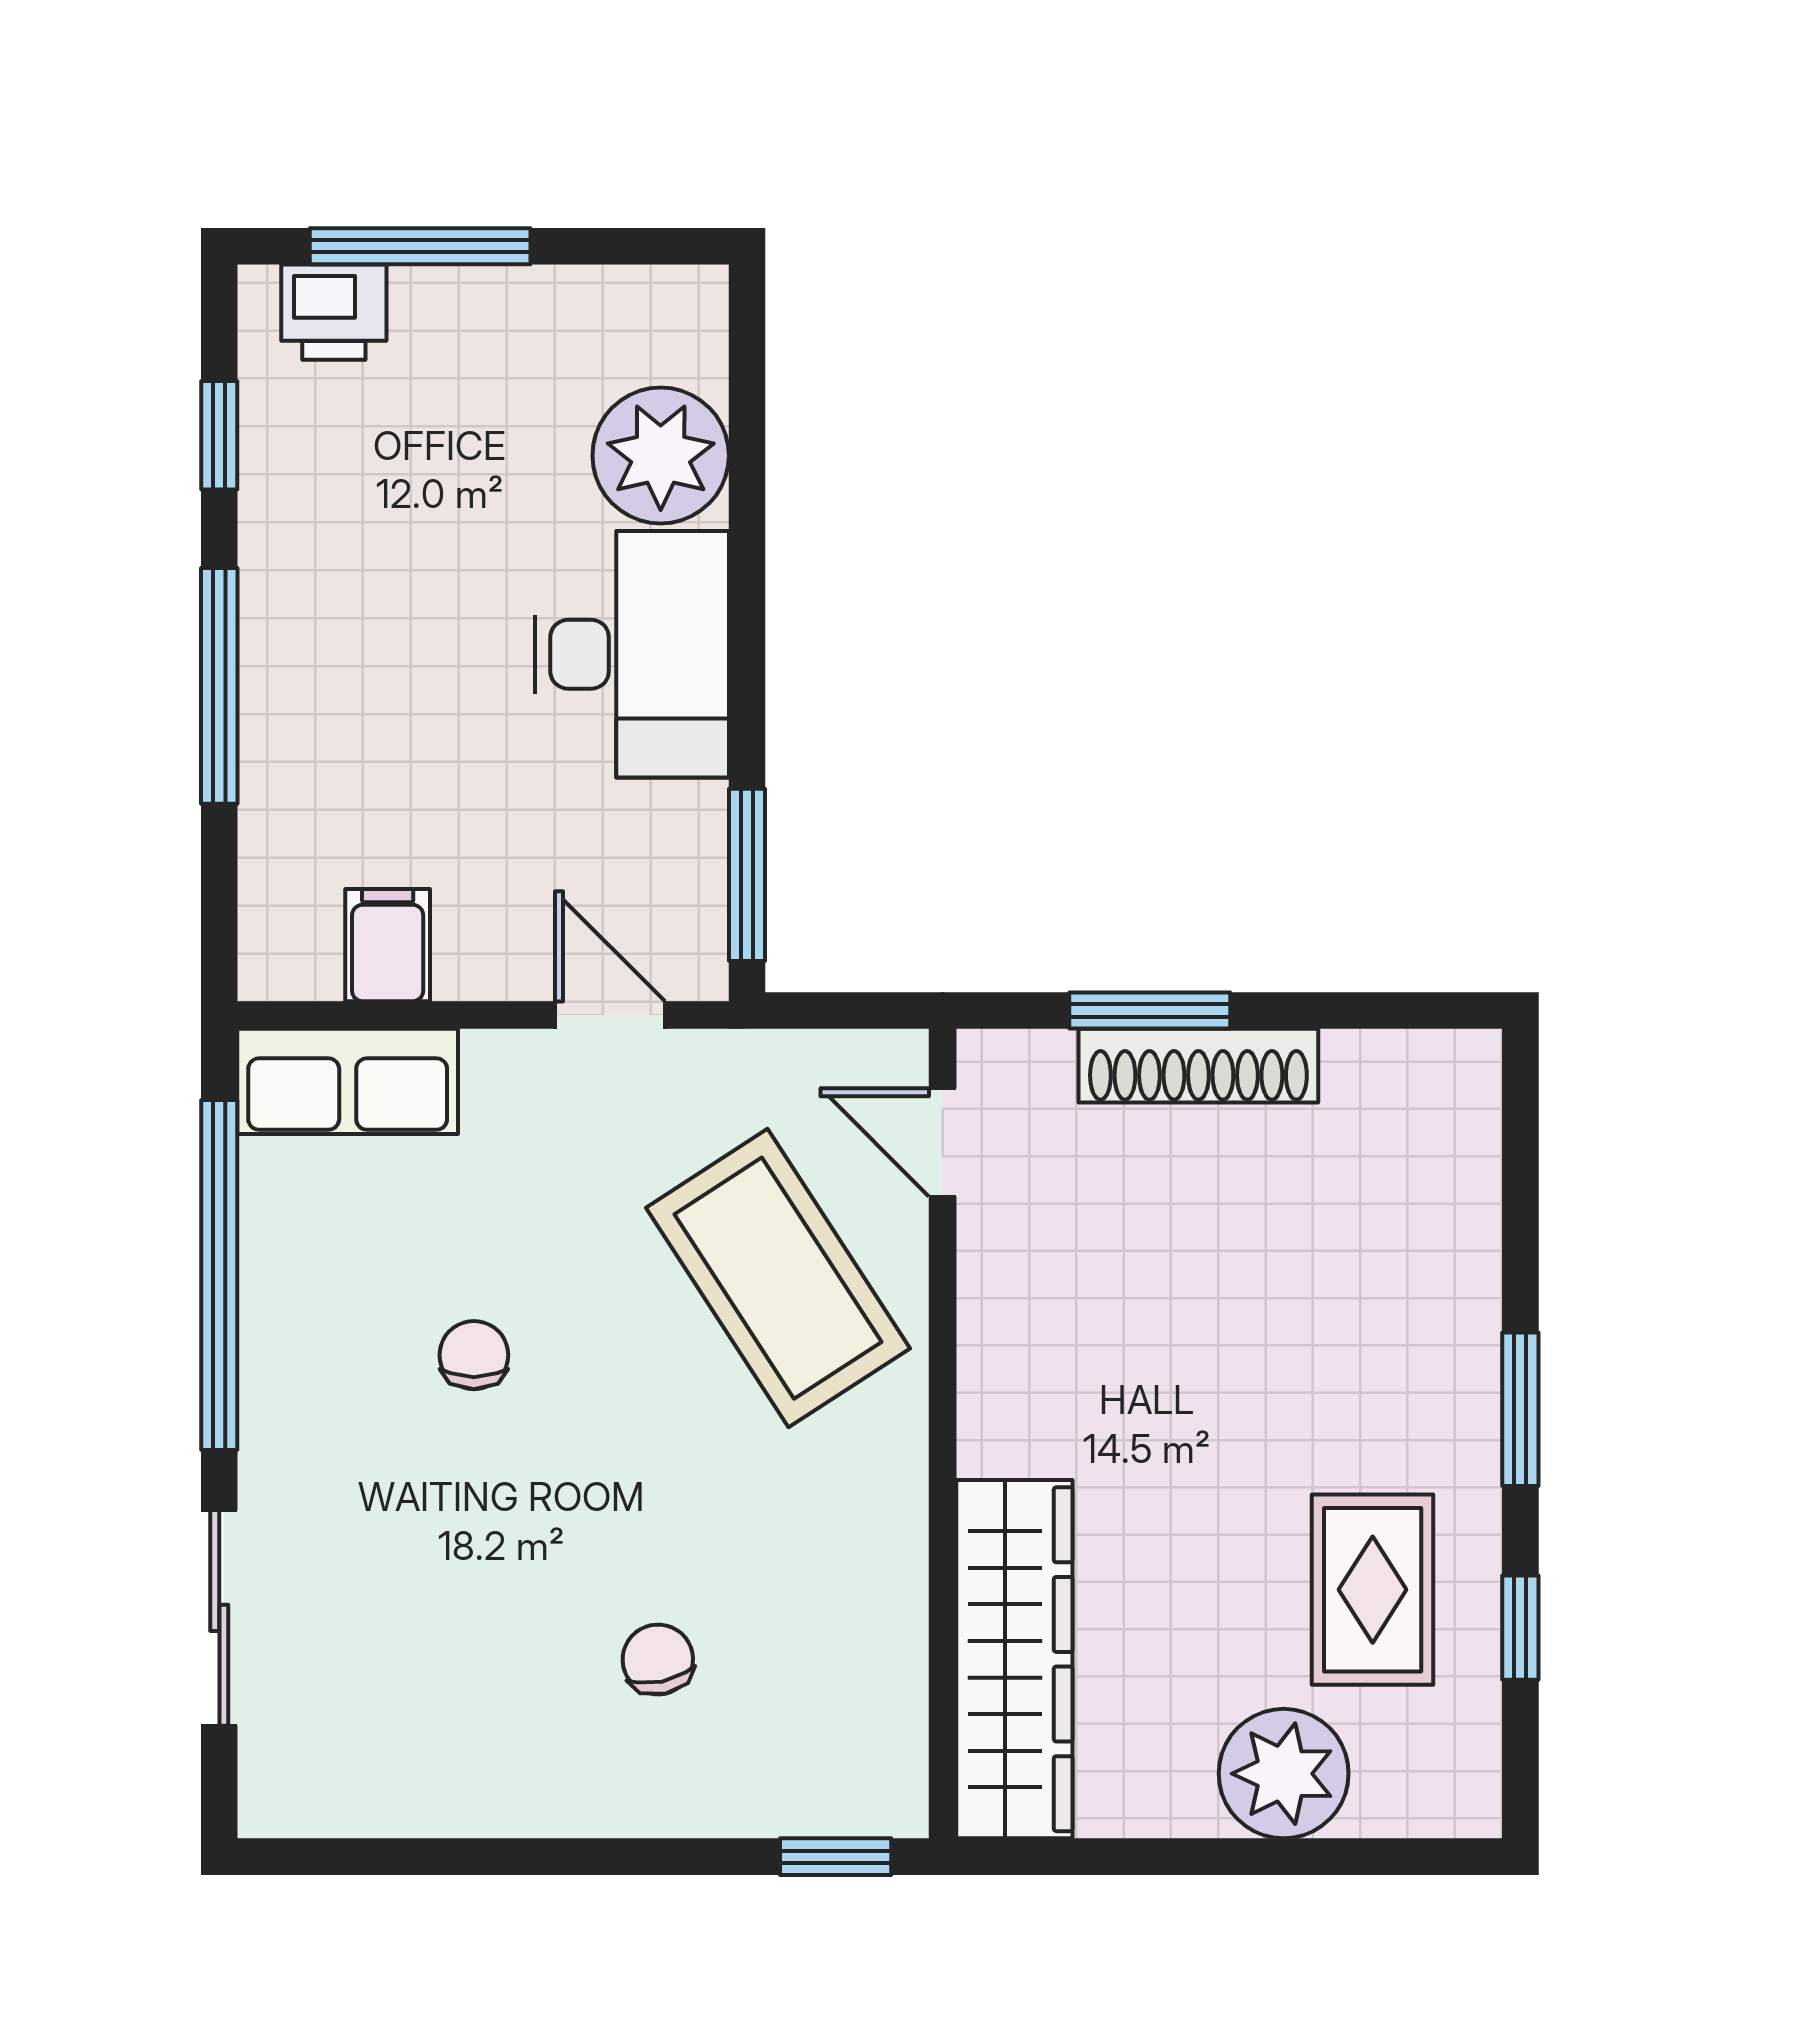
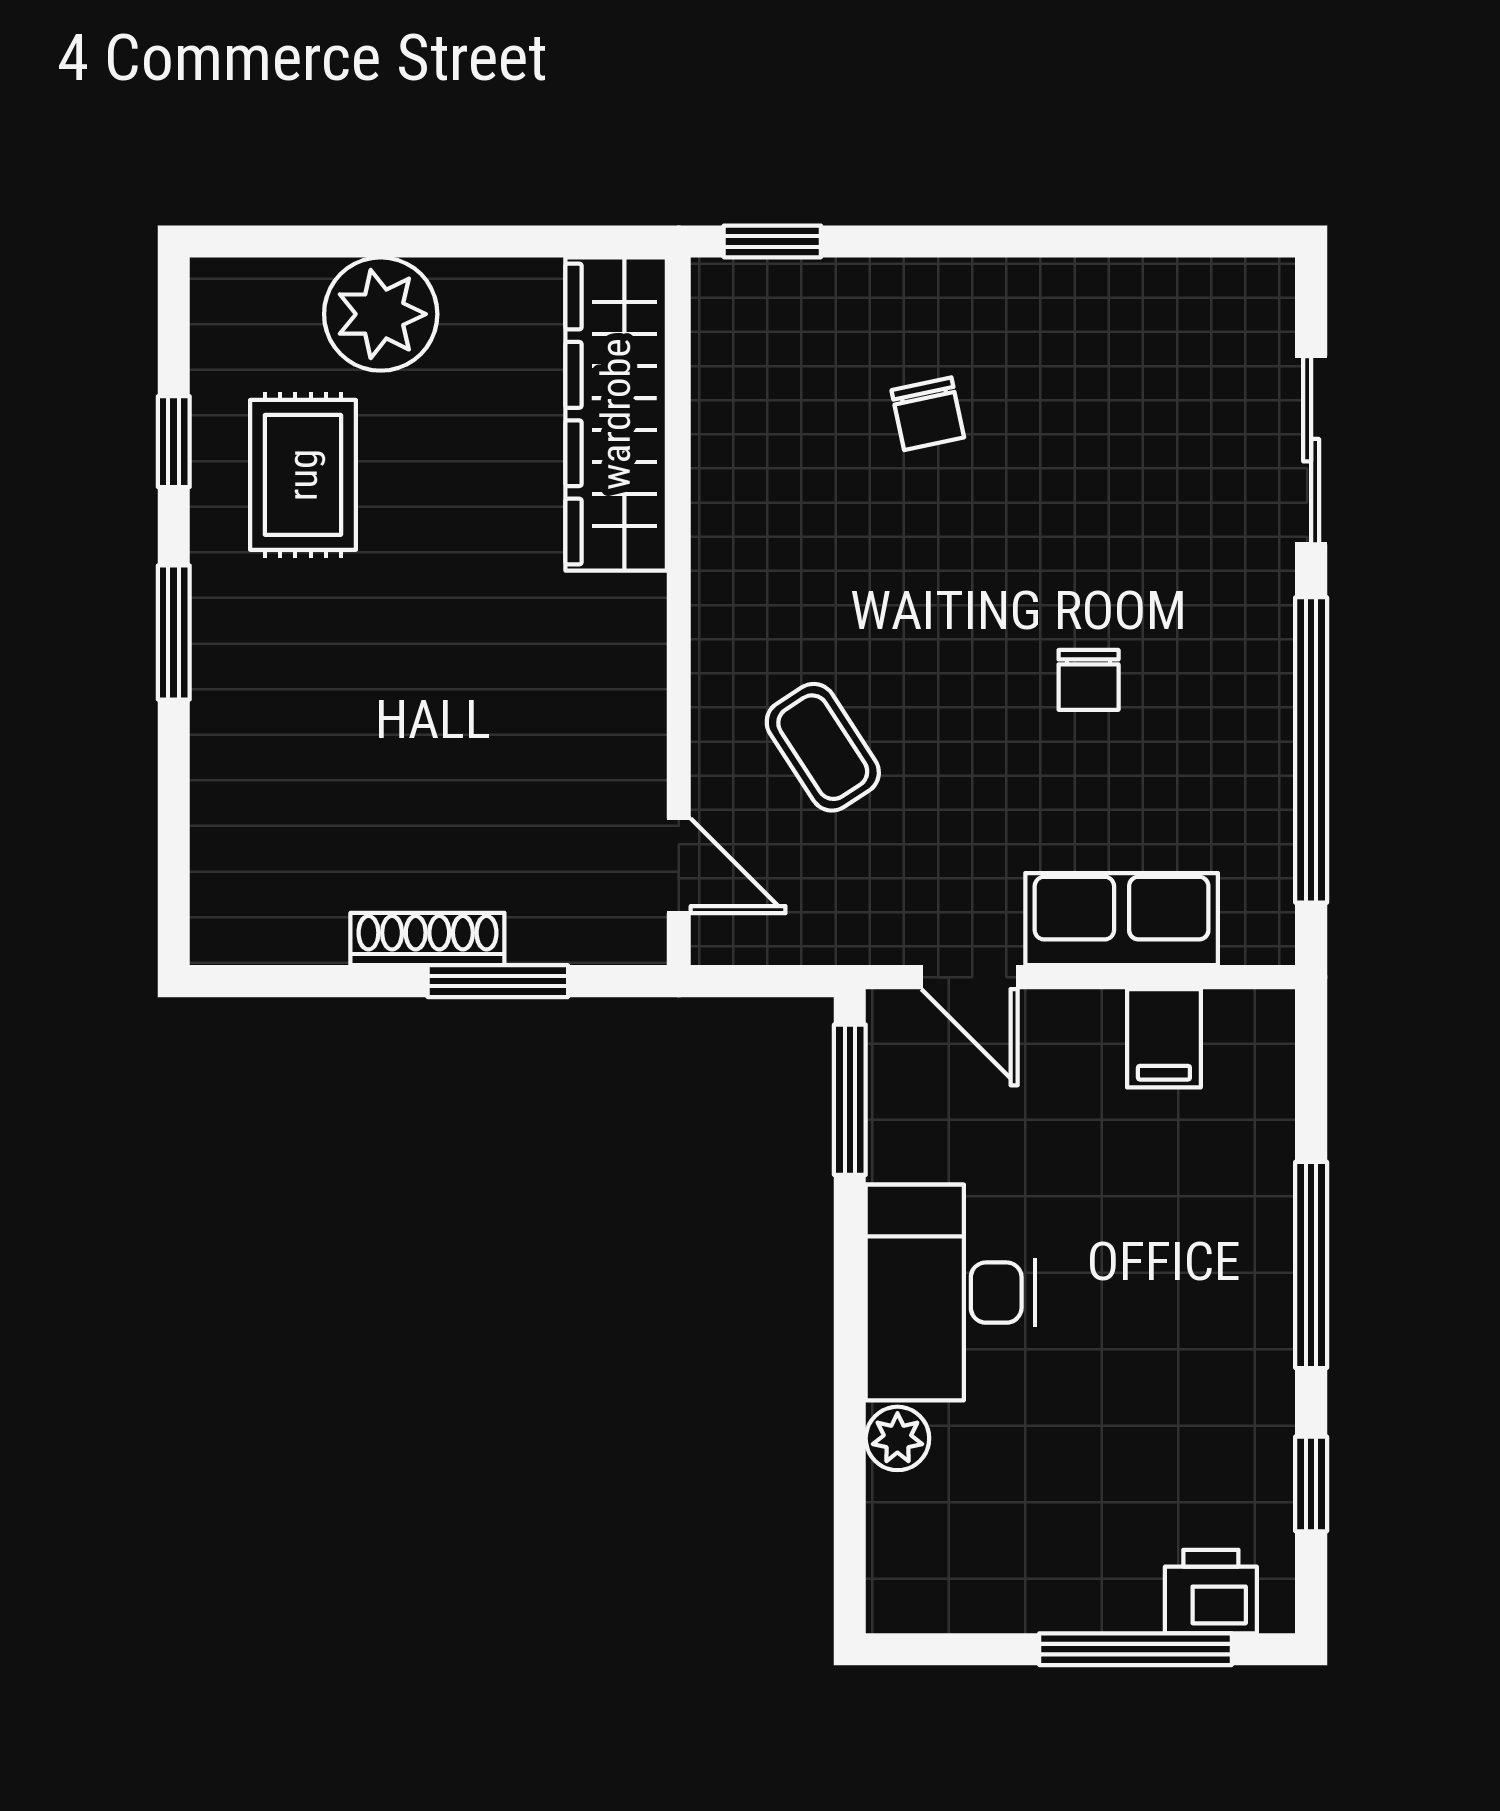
plant: (661, 456) -> (897, 1438), width x0.53, depth x0.53
shoe rack: (1198, 1066) -> (427, 939), width x0.74, depth x0.81
row of seats: (348, 1081) -> (1122, 919), moved
coffee table: (778, 1278) -> (823, 747), width x0.54, depth x0.58

